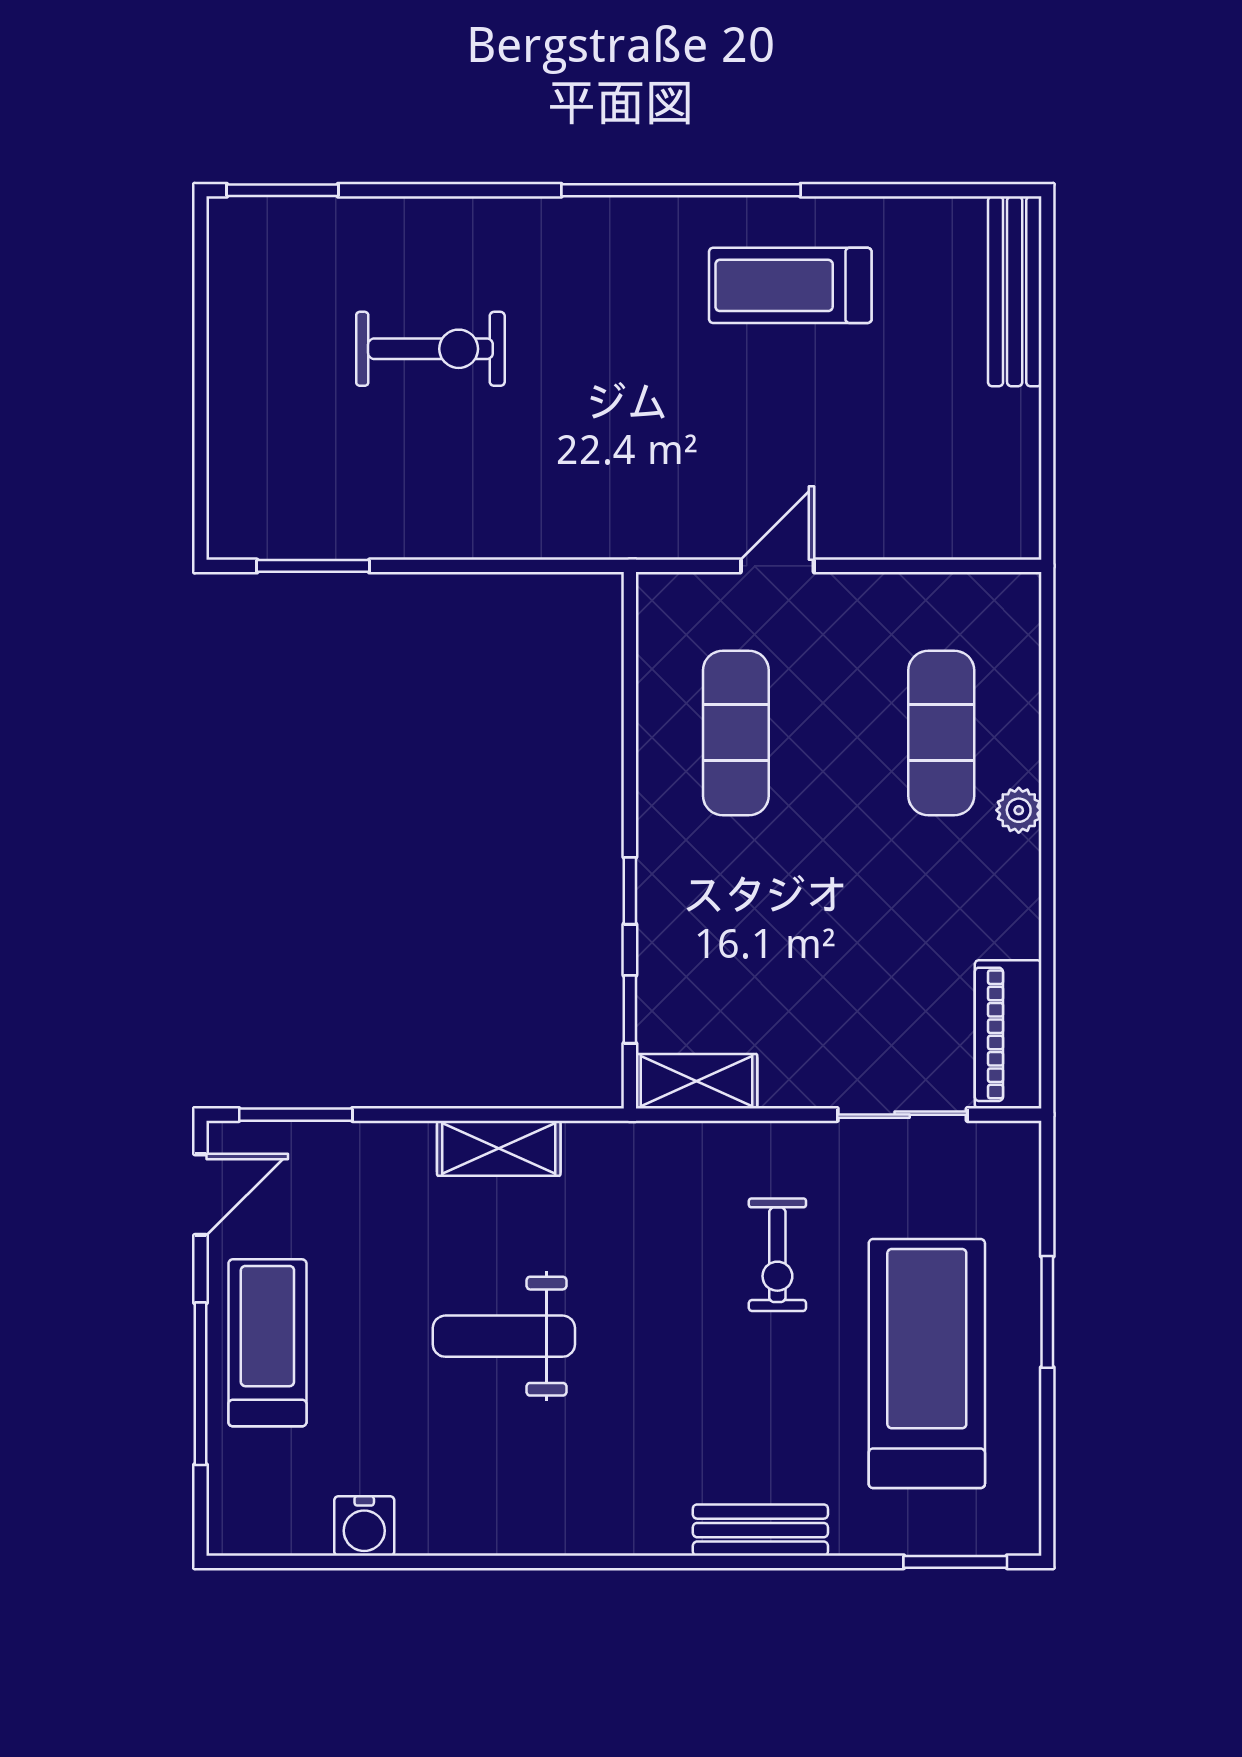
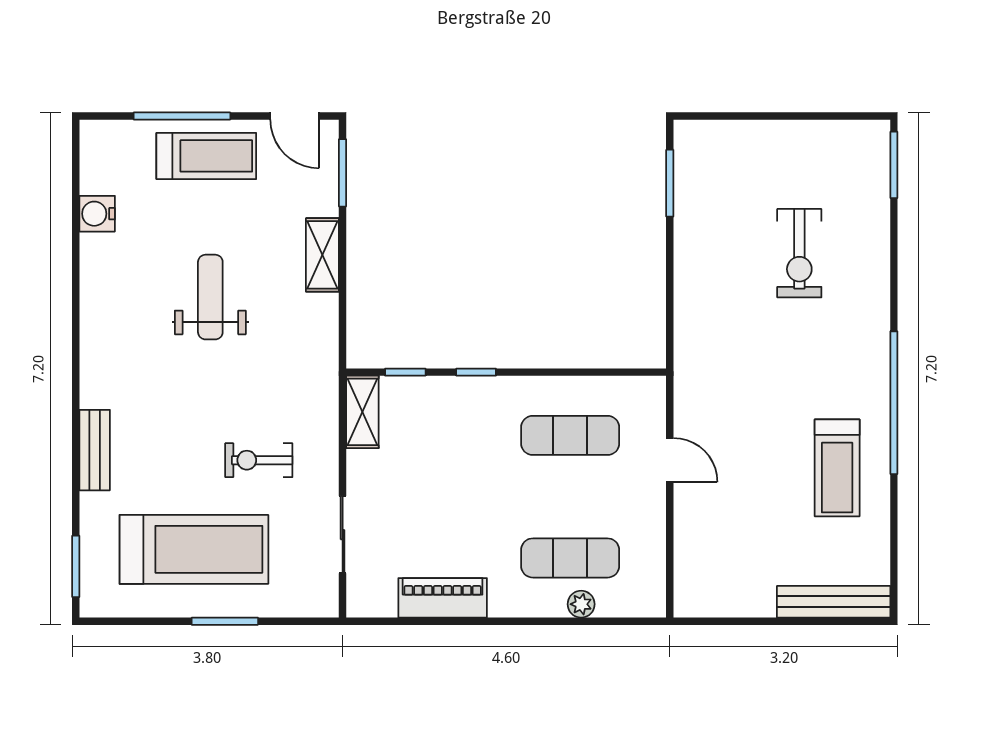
treadmill: (790, 285) -> (837, 468), turned 180
plant: (1019, 810) -> (581, 604), moved
piano: (1008, 1034) -> (443, 598), moved
shelving: (499, 1148) -> (322, 255), moved

